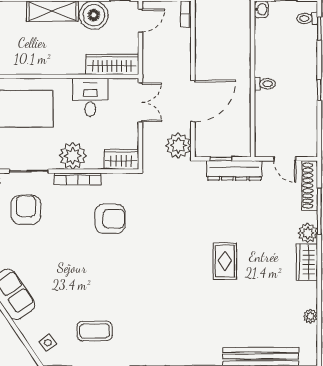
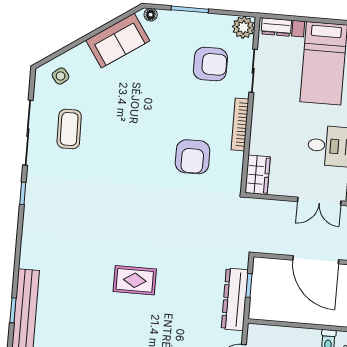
plant: (178, 145) -> (268, 240), removed
plant: (73, 156) -> (266, 121), removed

